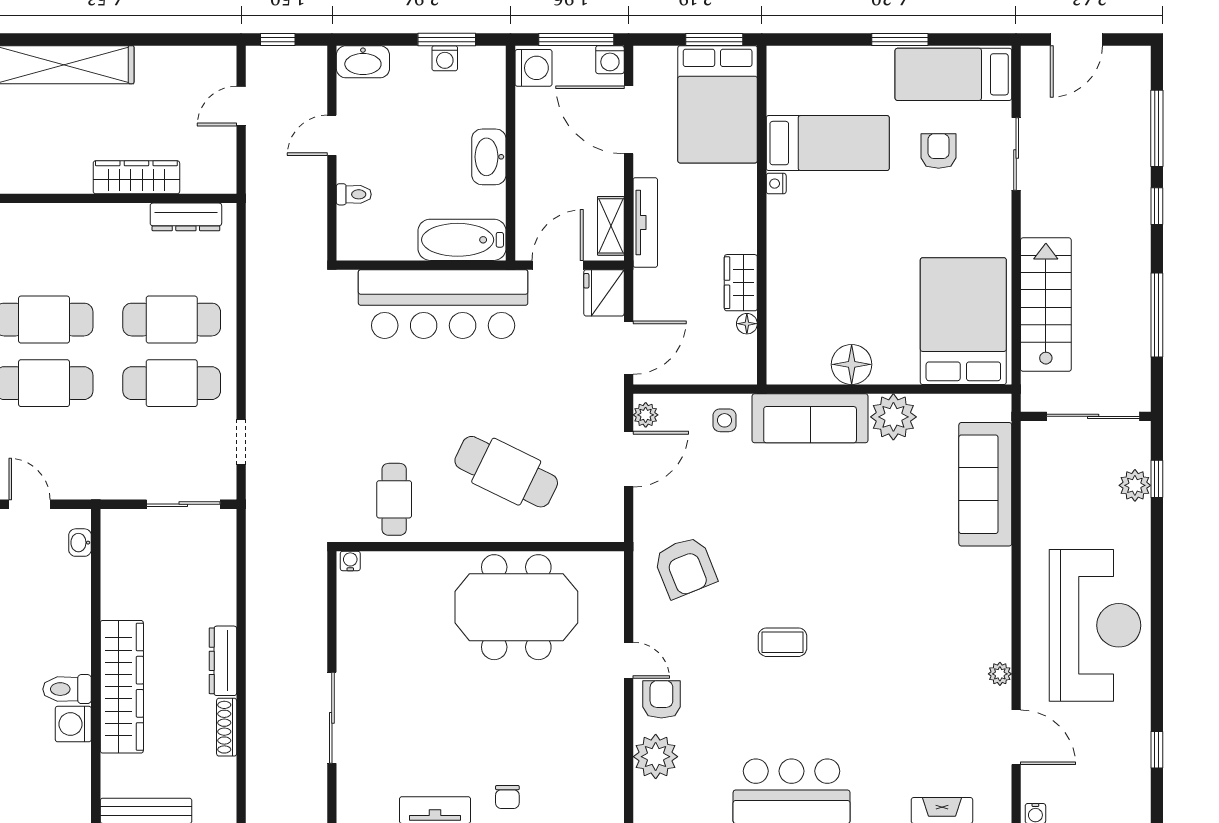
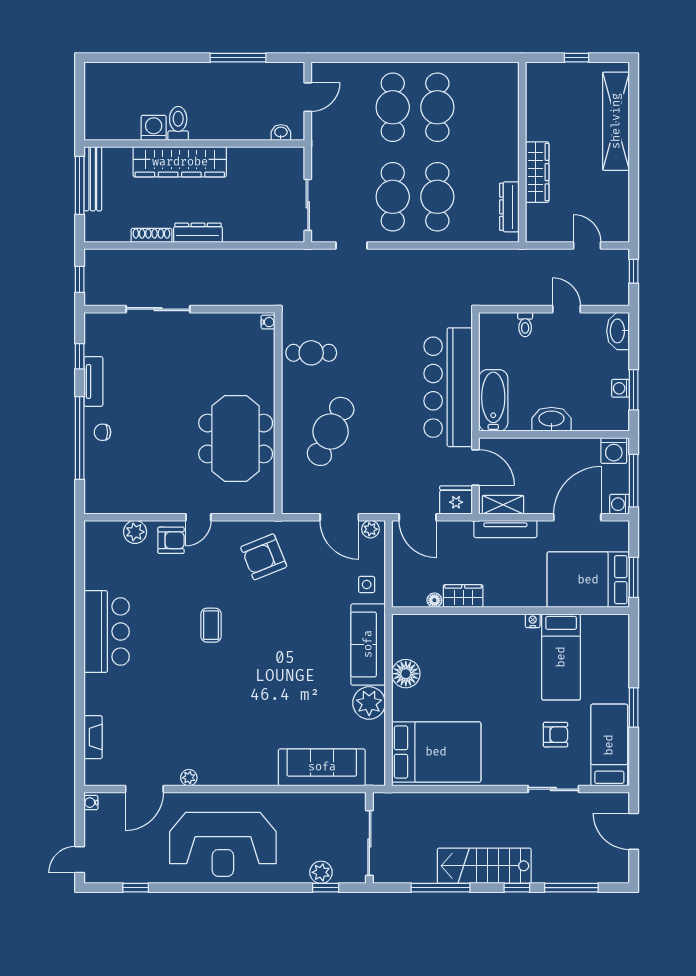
stairs: (1046, 305) -> (484, 866), moved, turned 180
plant: (656, 757) -> (135, 532), width x0.73, depth x0.73

